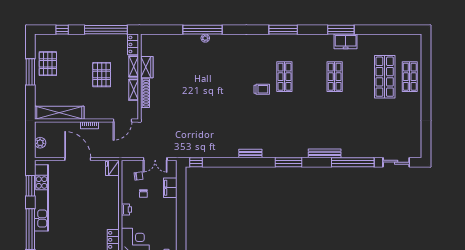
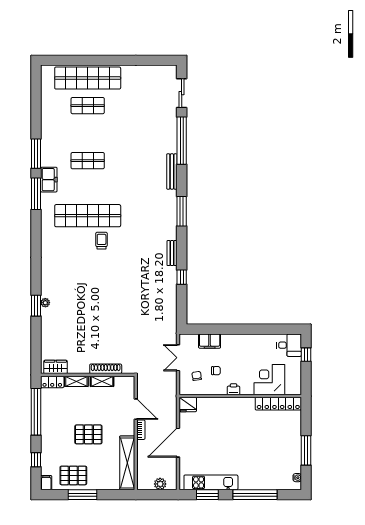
window: (202, 30) -> (36, 306), width x0.47
window: (283, 30) -> (36, 194), moved
filing cabinet: (41, 39) -> (46, 483), added
freezer: (346, 41) -> (49, 180), moved
wardrobe: (147, 67) -> (55, 367), moved
pallet: (102, 75) -> (88, 434), moved
shop shelf: (284, 77) -> (88, 216), width x2.00, depth x1.36
shop shelf: (385, 77) -> (88, 106), width x0.70, depth x0.74
shop shelf: (410, 77) -> (88, 78), width x2.00, depth x1.36
door: (122, 121) -> (136, 409), moved
double door: (155, 159) -> (178, 358), swing flipped
window: (196, 162) -> (182, 277), moved
kitchen unit: (42, 198) -> (211, 482), width x0.73

